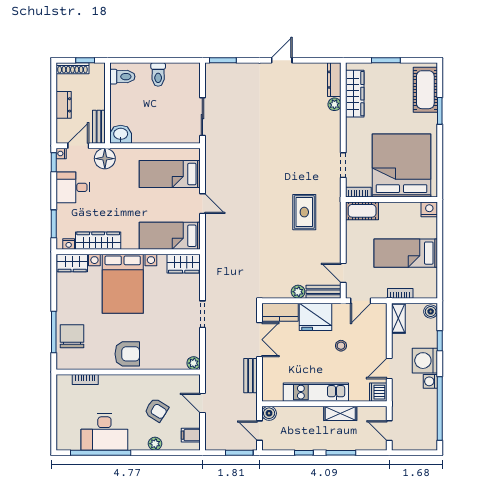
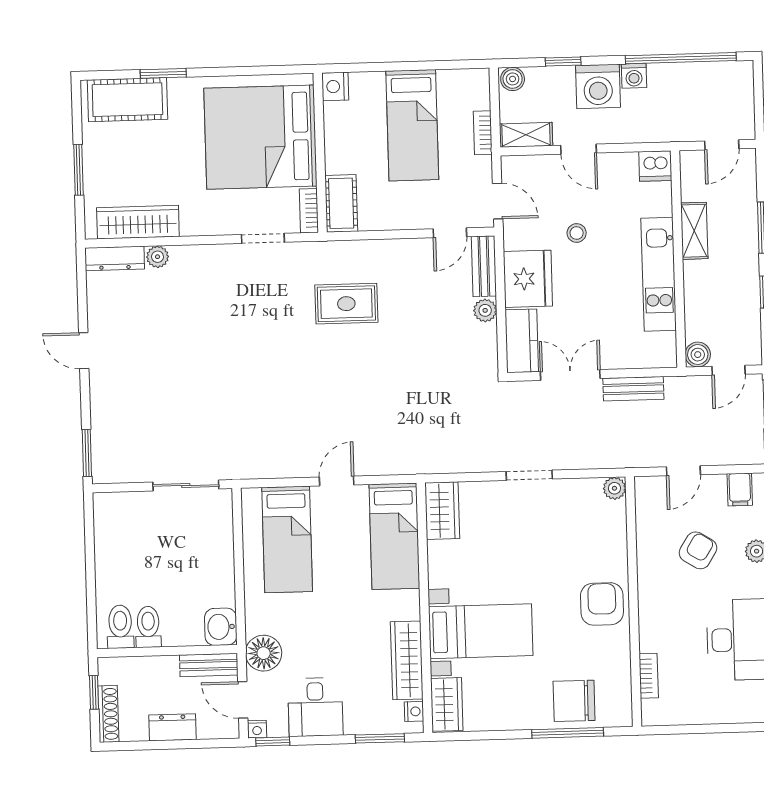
toilet: (158, 75) -> (148, 627), moved, turned -90
bed with nightstands: (123, 284) -> (481, 631), width x0.73
door: (389, 369) -> (579, 149), moved

